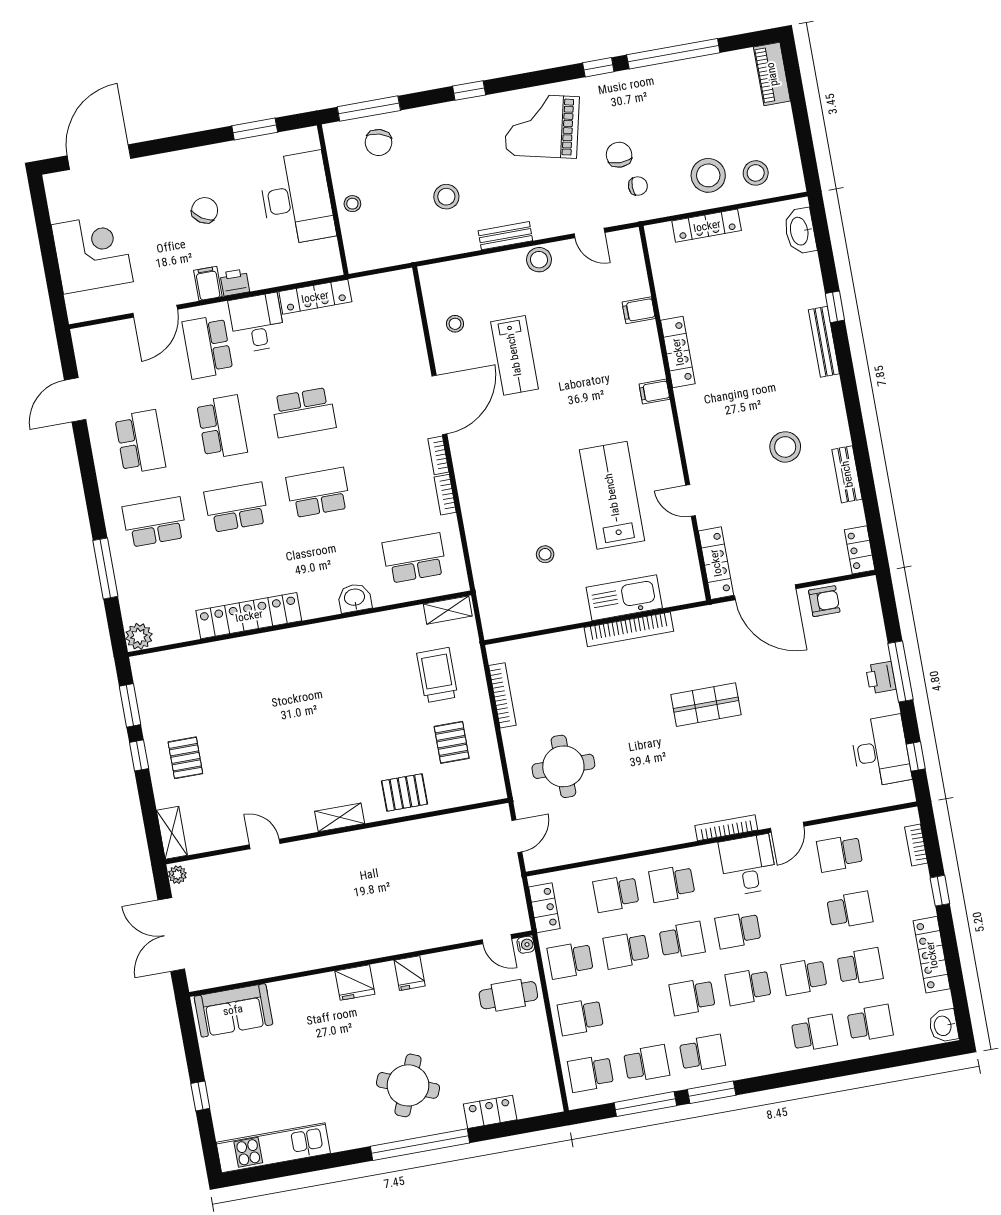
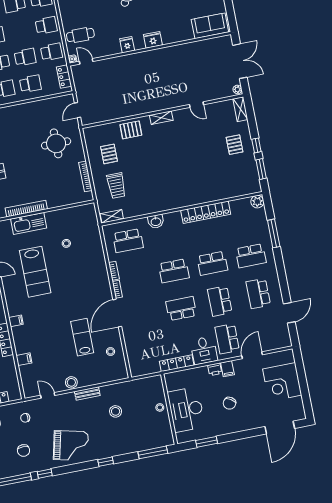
chair: (379, 142) -> (148, 436), removed
chair: (619, 155) -> (24, 451), moved
school desk: (208, 347) -> (227, 339), turned 180

